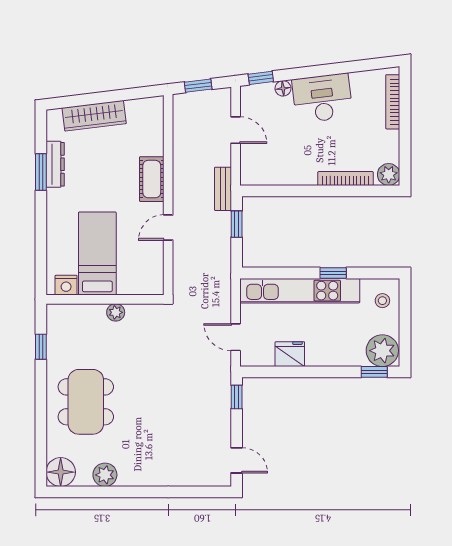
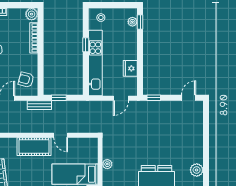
armchair: (269, 165) -> (26, 80), added
cot: (152, 179) -> (34, 147), width x1.37, depth x1.34
plant: (382, 351) -> (132, 22), width x0.53, depth x0.53

